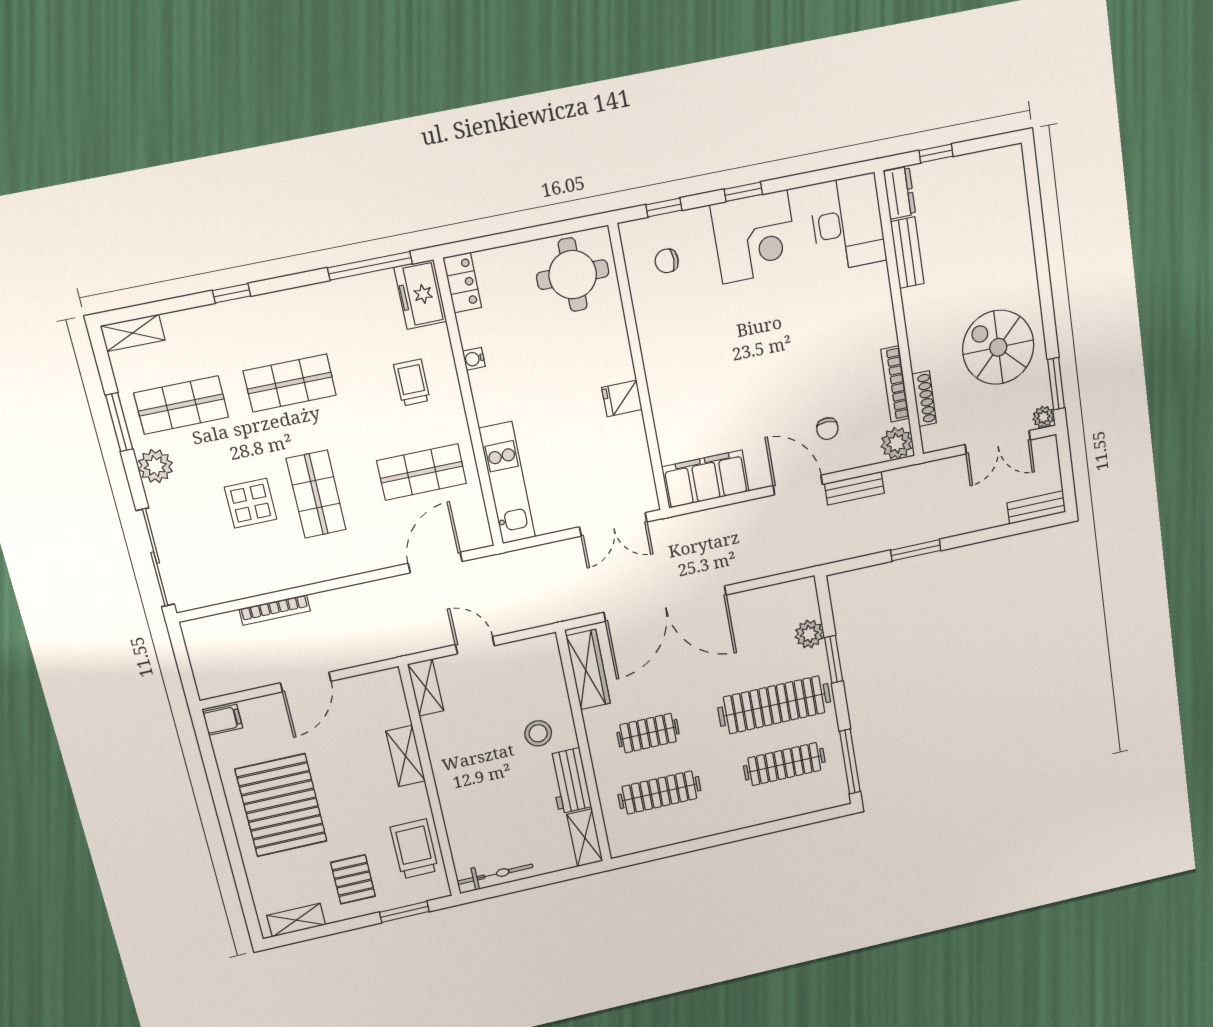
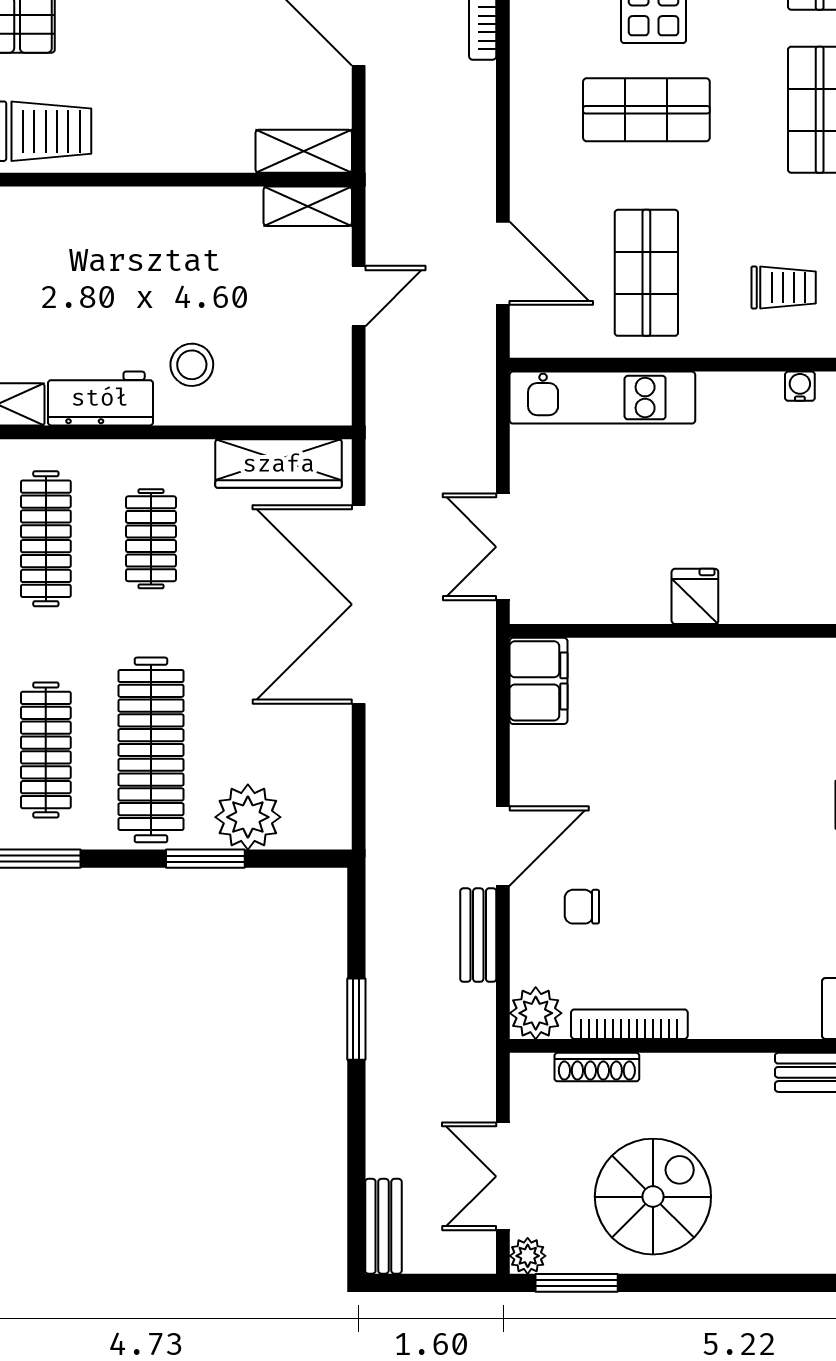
filing cabinet: (705, 479) -> (538, 681), width x0.67, depth x0.86
plant: (809, 634) -> (248, 817), width x1.36, depth x1.36
shelving: (406, 756) -> (304, 151), moved

